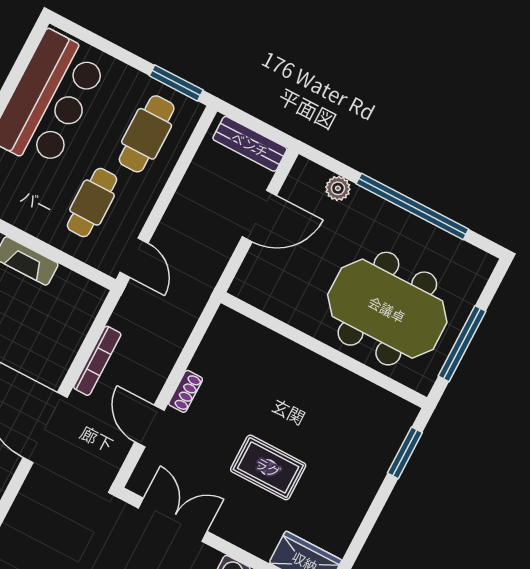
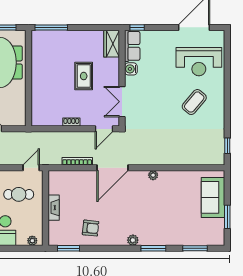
door: (149, 426) -> (104, 129), moved
window: (405, 453) -> (51, 27), width x1.44

